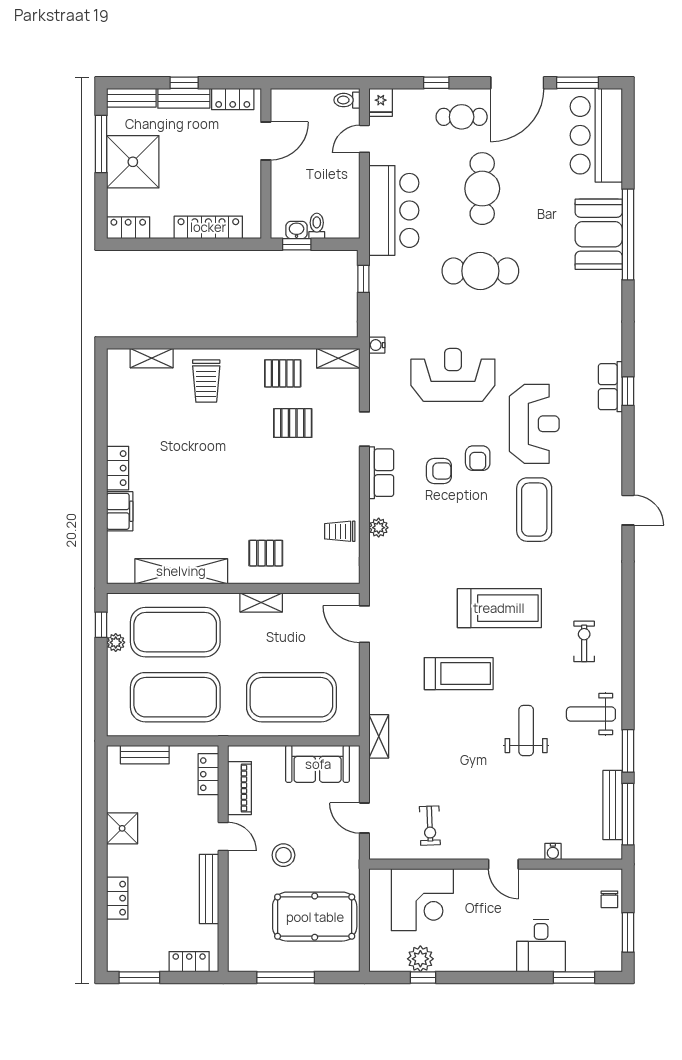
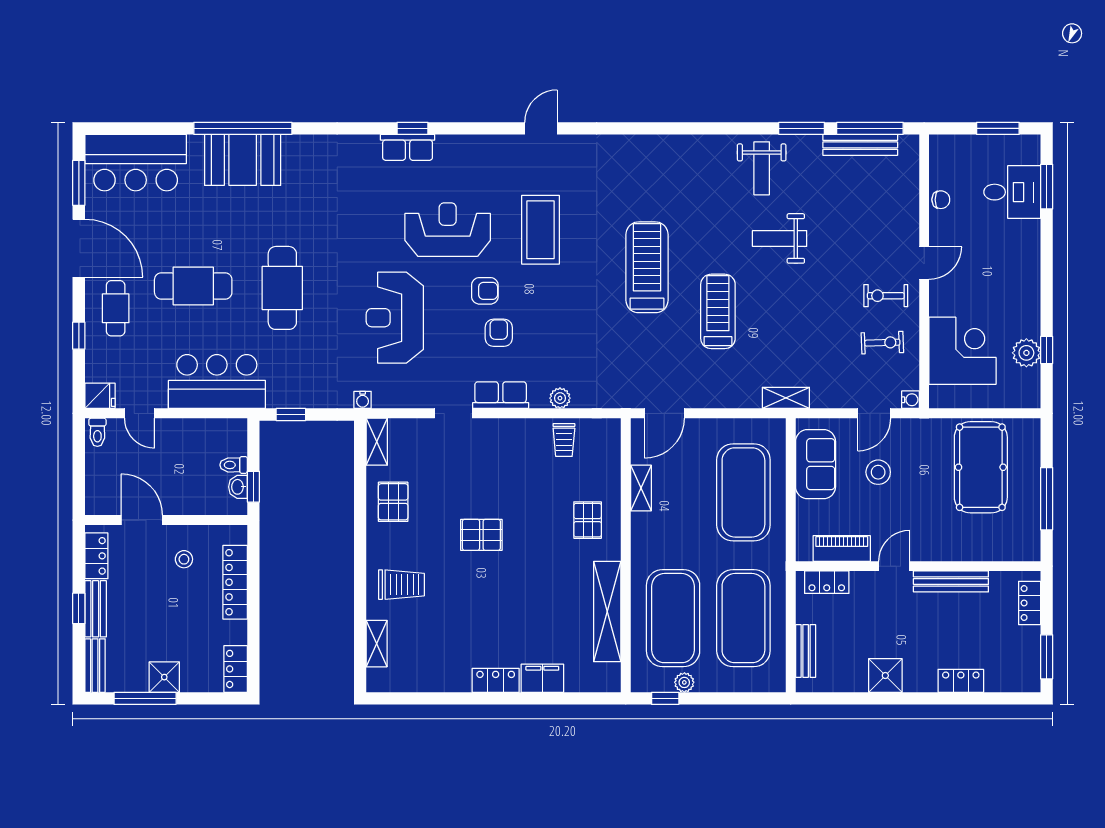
shower: (133, 162) -> (164, 677), width x0.54, depth x0.54
stool: (230, 180) -> (184, 559), added
pallet: (293, 423) -> (481, 535), moved, turned 90
coffee table: (534, 510) -> (540, 230), turned 90
shelving: (261, 602) -> (641, 488), moved
exercise bike: (584, 641) -> (886, 296), moved
water cooler: (553, 852) -> (910, 400), moved
stool: (283, 855) -> (878, 472), moved
chair: (609, 899) -> (941, 200), moved
desk: (541, 946) -> (1012, 192), moved

